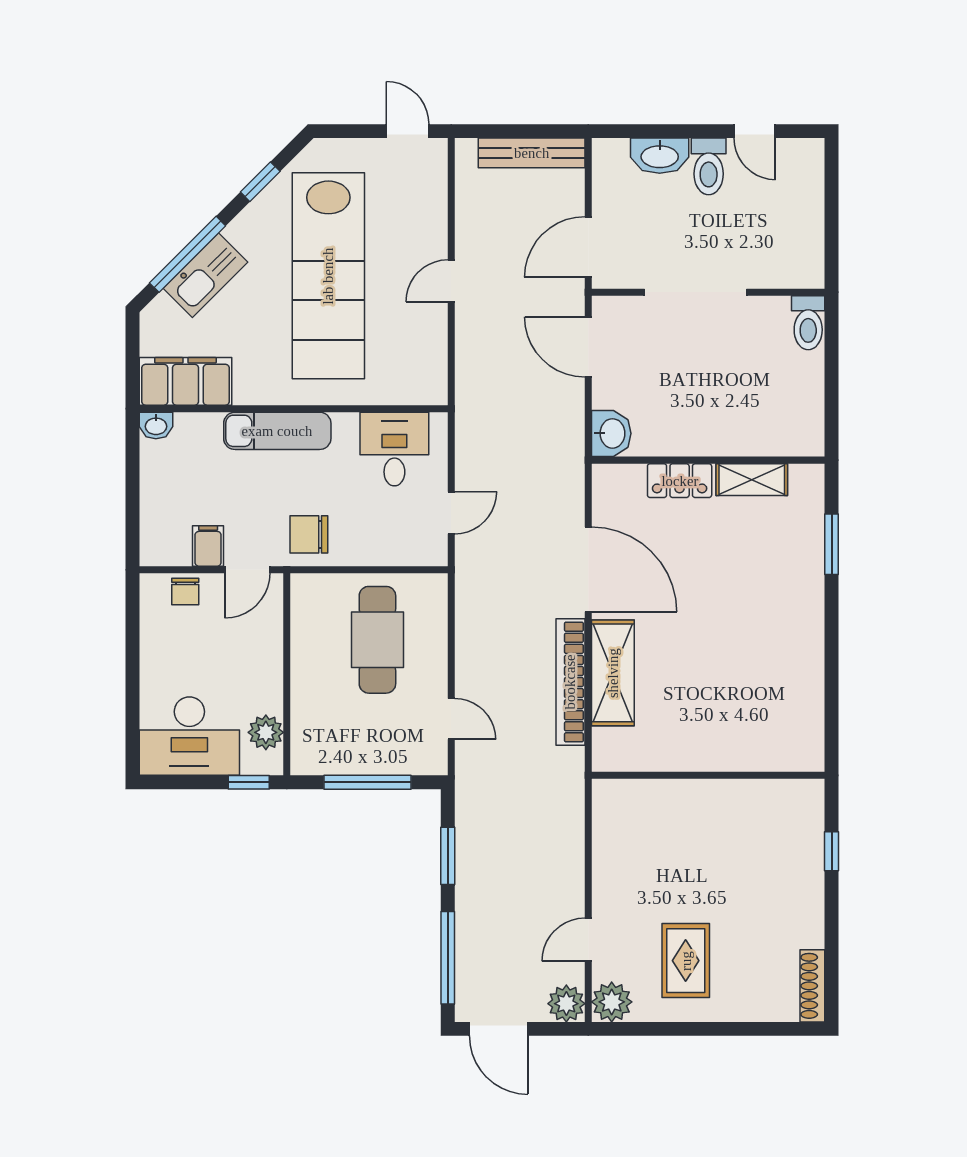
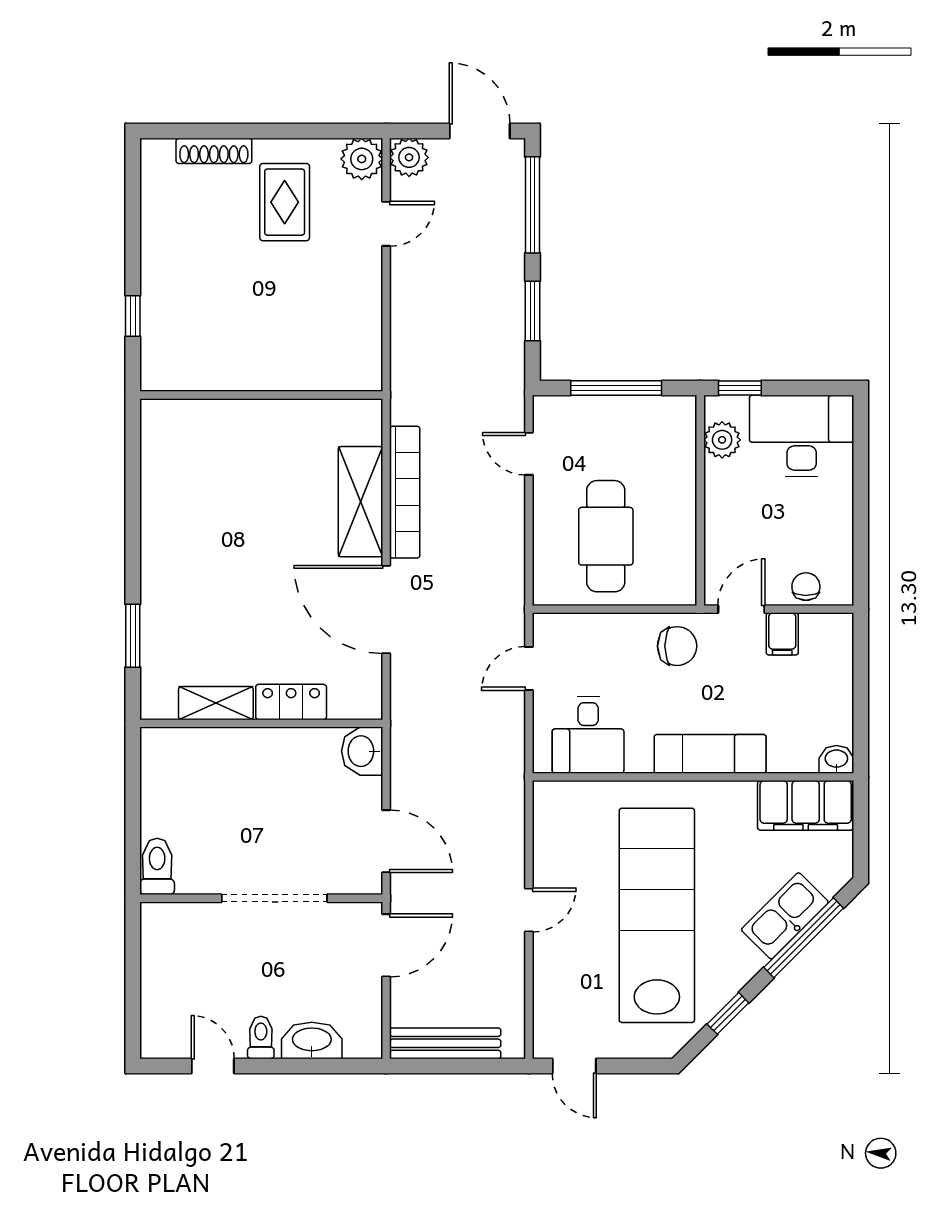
toilet: (709, 166) -> (261, 1037), width x0.73, depth x0.72
shoe rack: (812, 986) -> (214, 151), moved, turned 90

